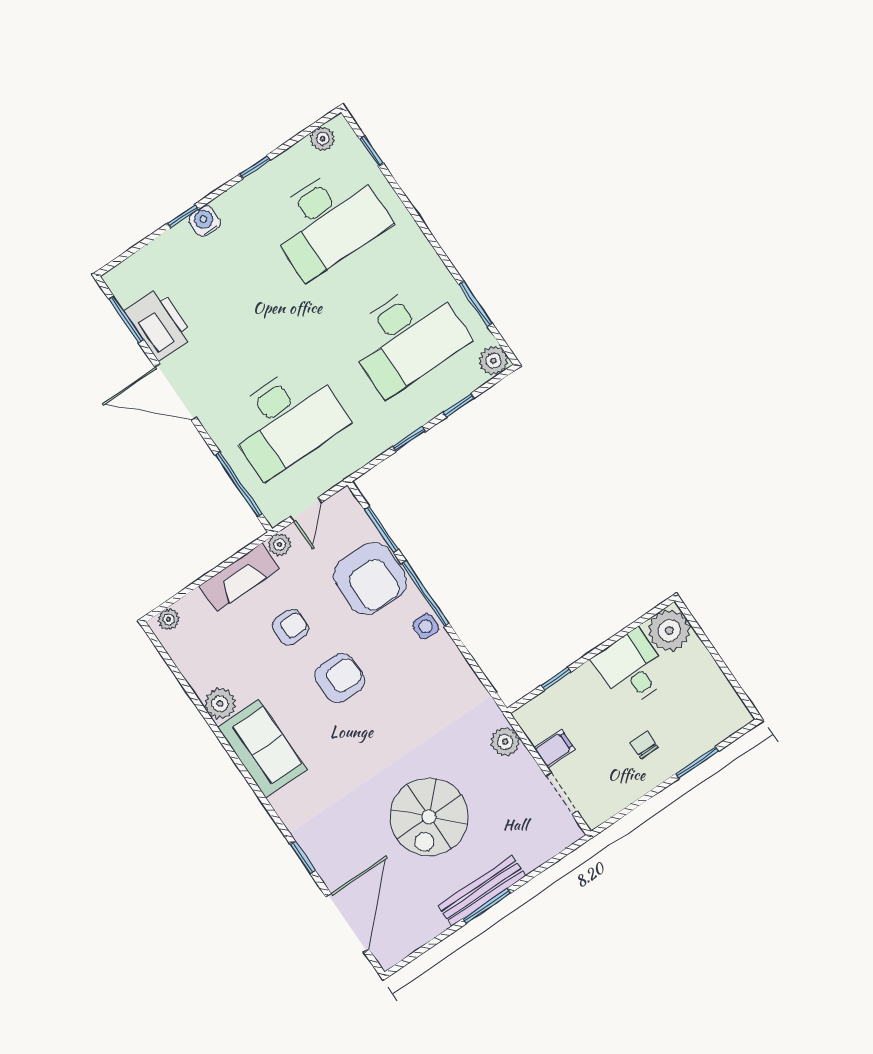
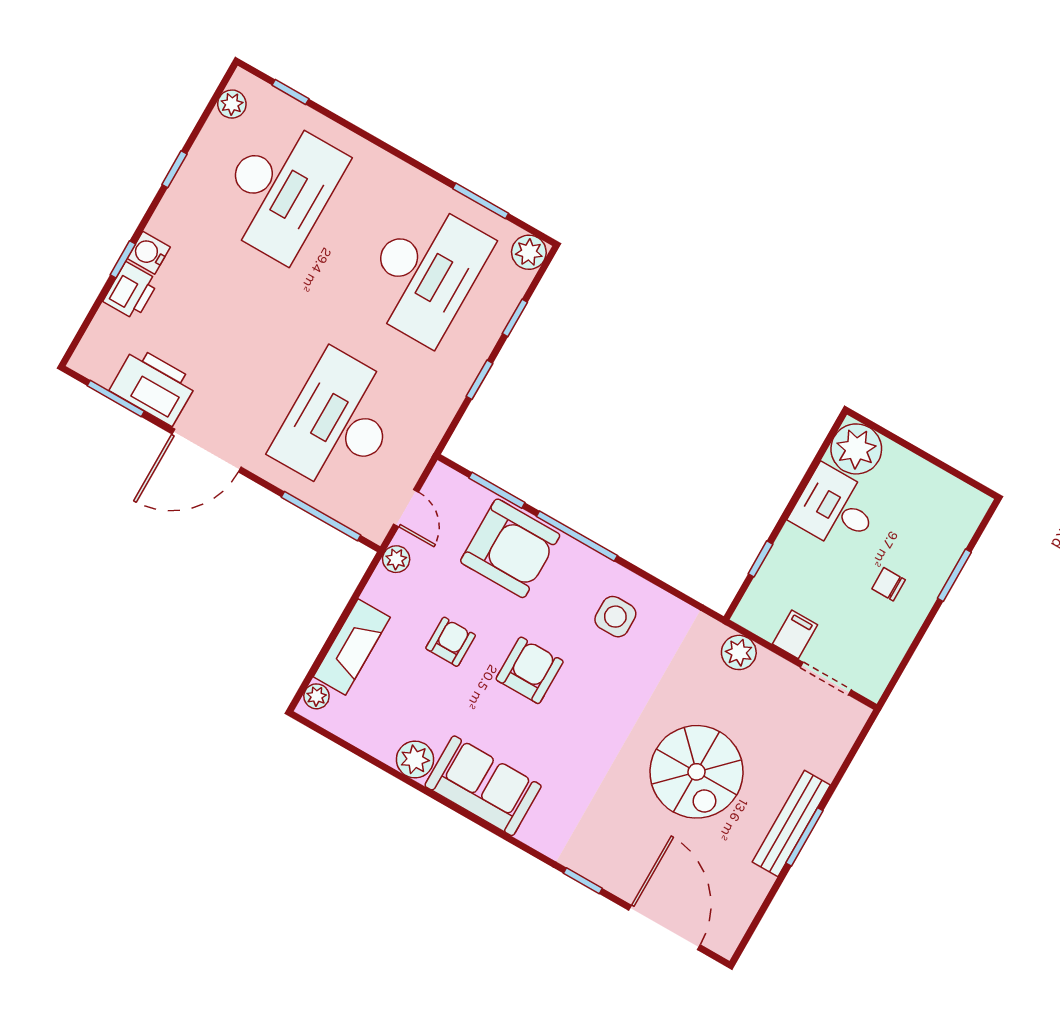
printer: (177, 243) -> (131, 291), added
desk: (286, 420) -> (339, 423), turned 180
fireplace: (239, 577) -> (352, 647), moved
side table: (426, 626) -> (615, 617), moved, width x1.37, depth x1.37

